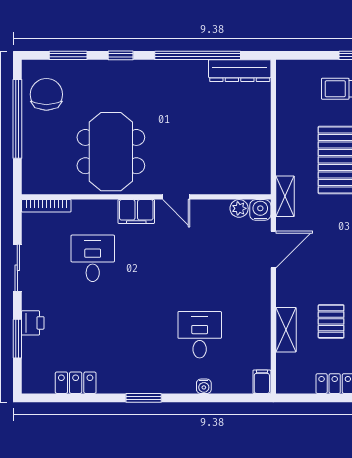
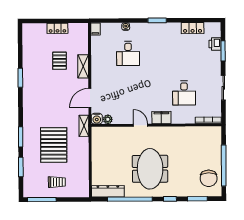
meeting table: (111, 152) -> (150, 169), moved
printer: (33, 323) -> (215, 44), moved
shelving: (286, 330) -> (83, 66), moved

